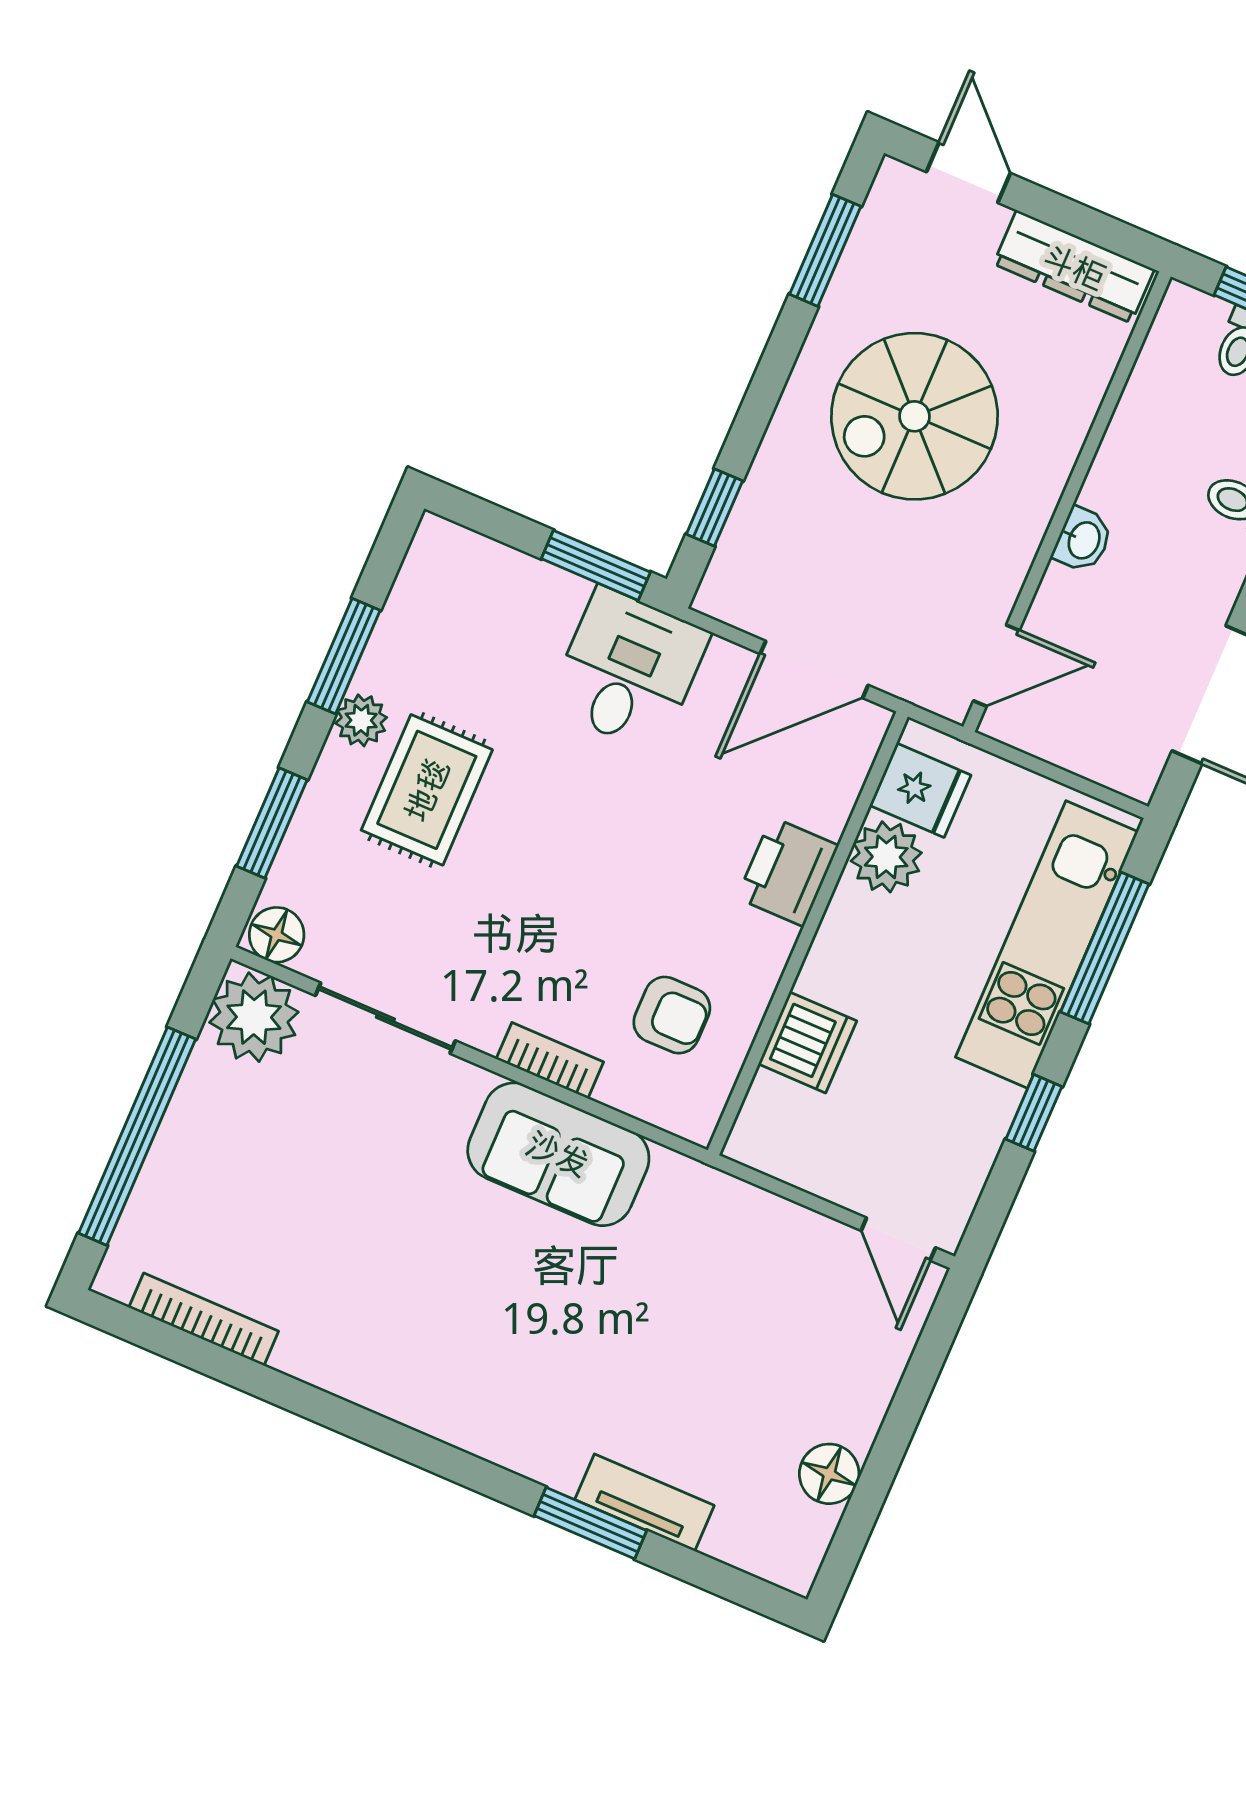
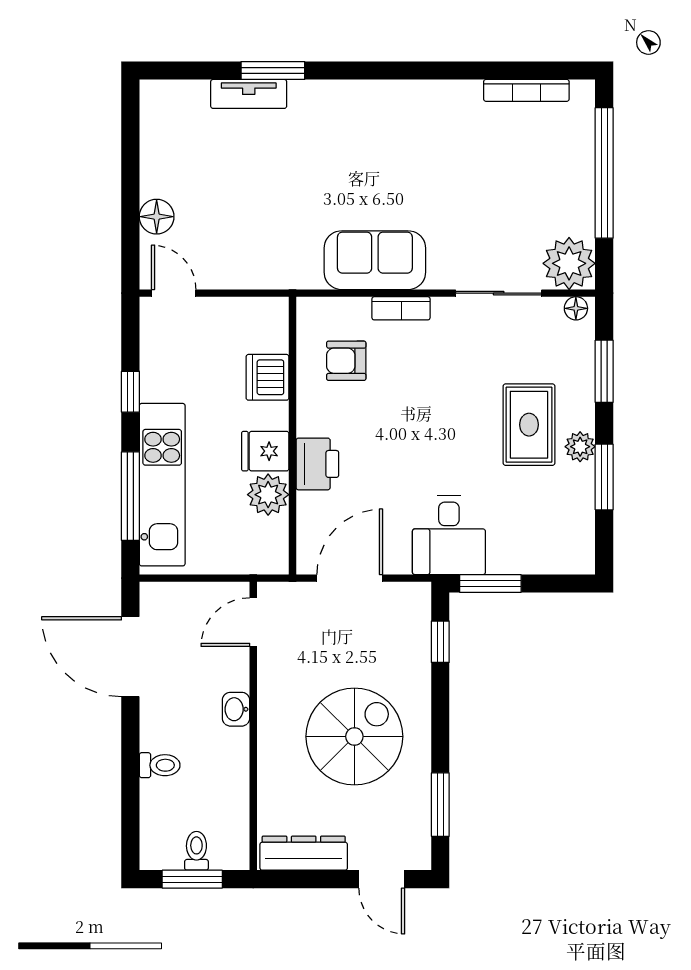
fridge: (920, 790) -> (265, 451), moved
floor lamp: (277, 935) -> (576, 308), width x0.73, depth x0.73
floor lamp: (829, 1474) -> (157, 217), moved

